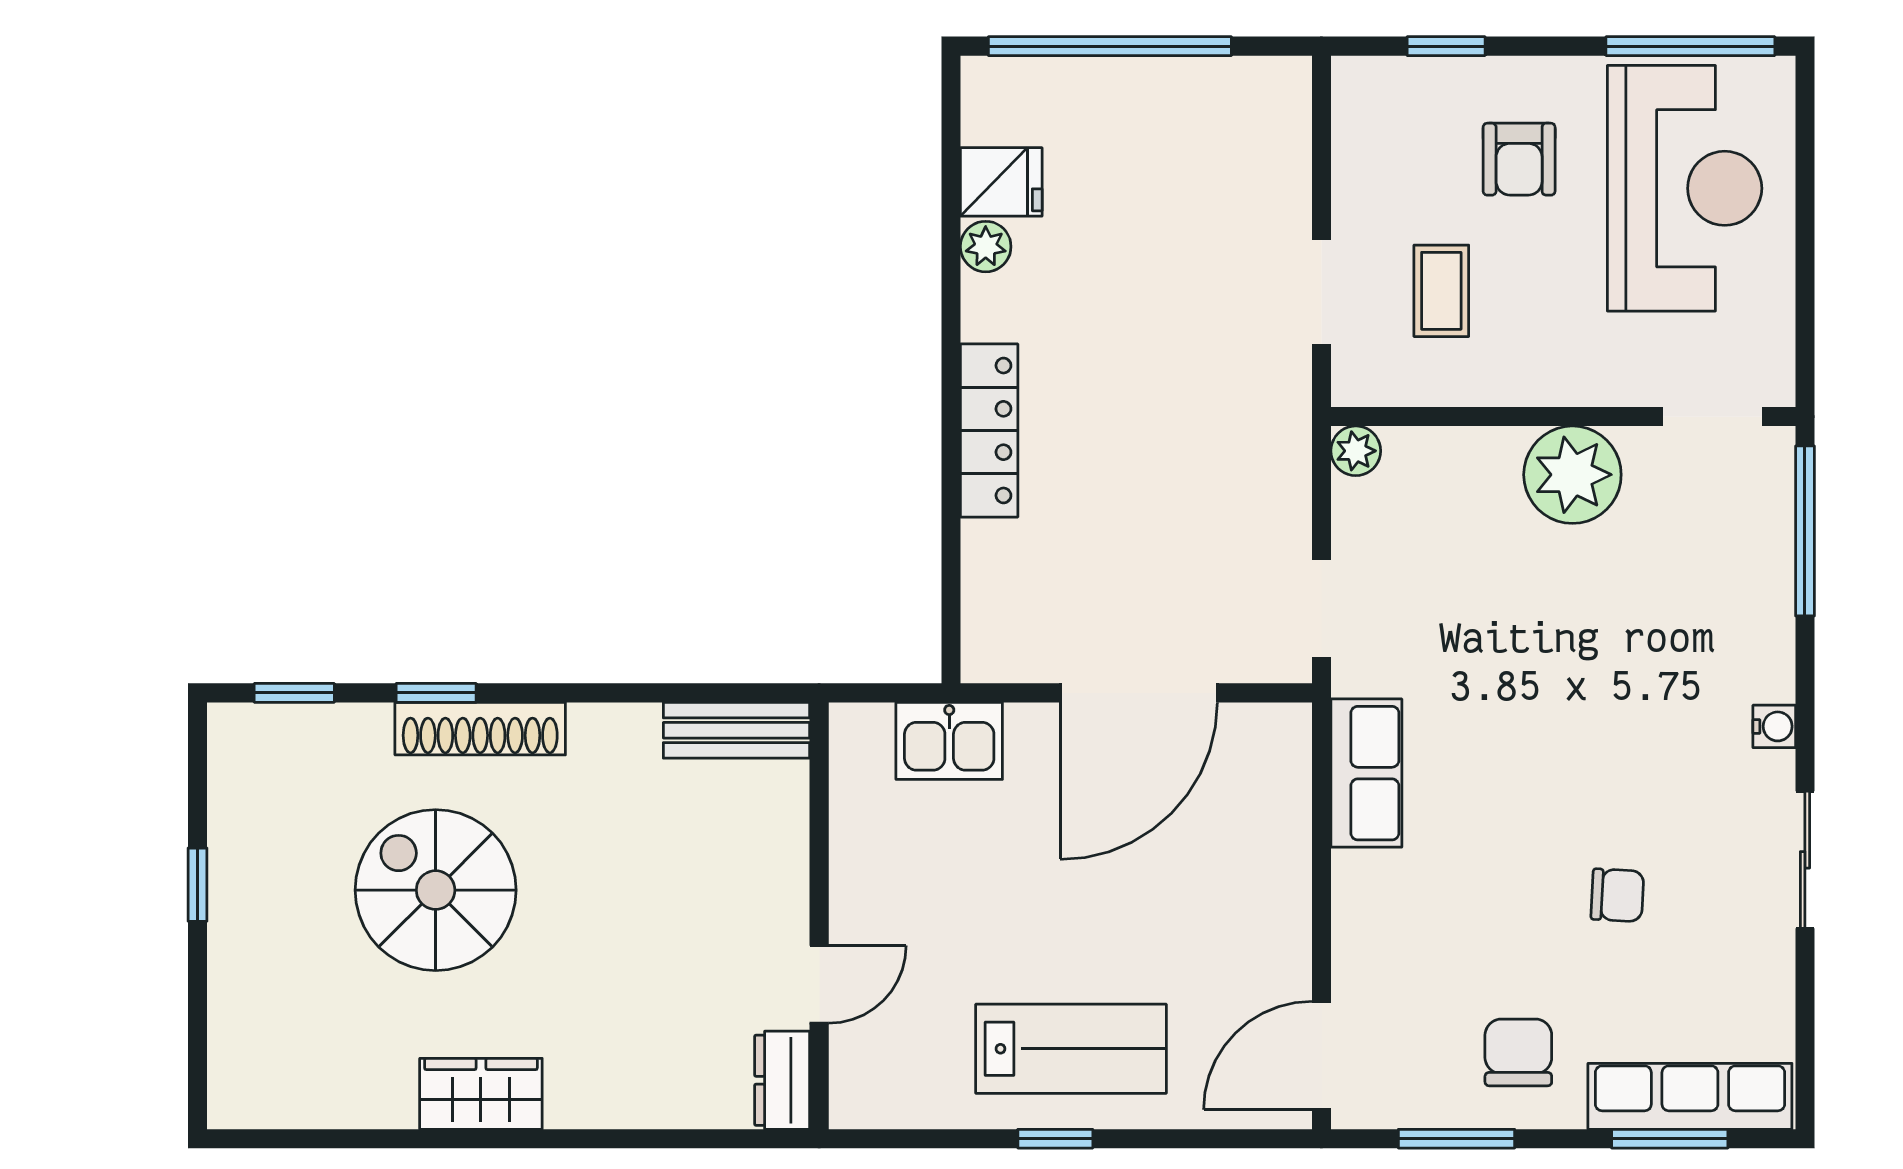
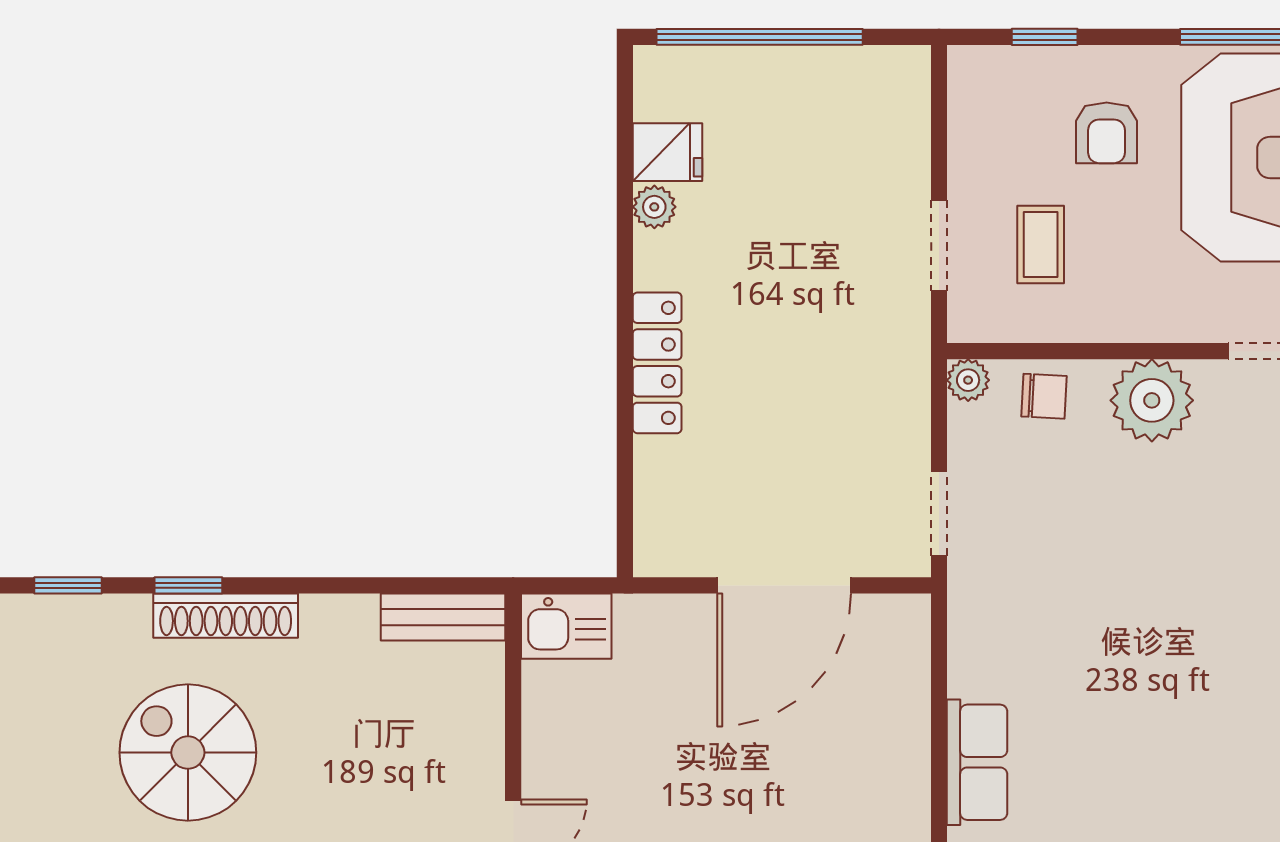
kitchen sink: (949, 741) -> (566, 626), moved
row of seats: (1366, 773) -> (977, 762), moved
chair: (1617, 895) -> (1044, 396), moved

